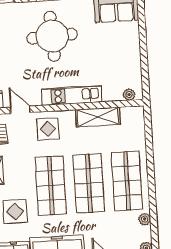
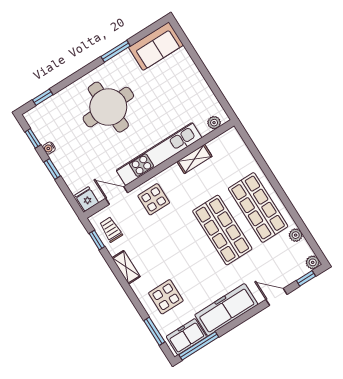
kitchen unit: (72, 95) -> (159, 154), width x1.36
shelving: (98, 117) -> (195, 159), width x0.67, depth x0.75
shop shelf: (51, 185) -> (187, 253), removed

